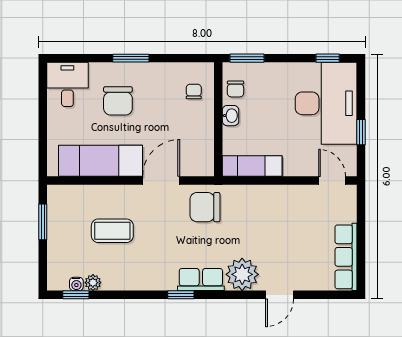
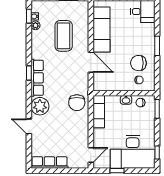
chair: (118, 101) -> (138, 63), moved
chair: (205, 207) -> (77, 103), moved, turned 180
coffee table: (112, 231) -> (64, 36), width x1.36, depth x1.32
row of seats: (201, 280) -> (37, 78), width x1.48

